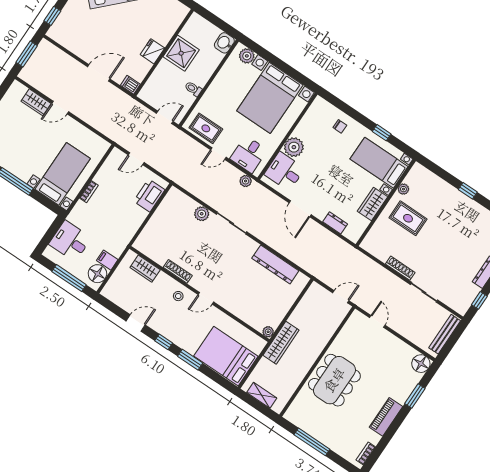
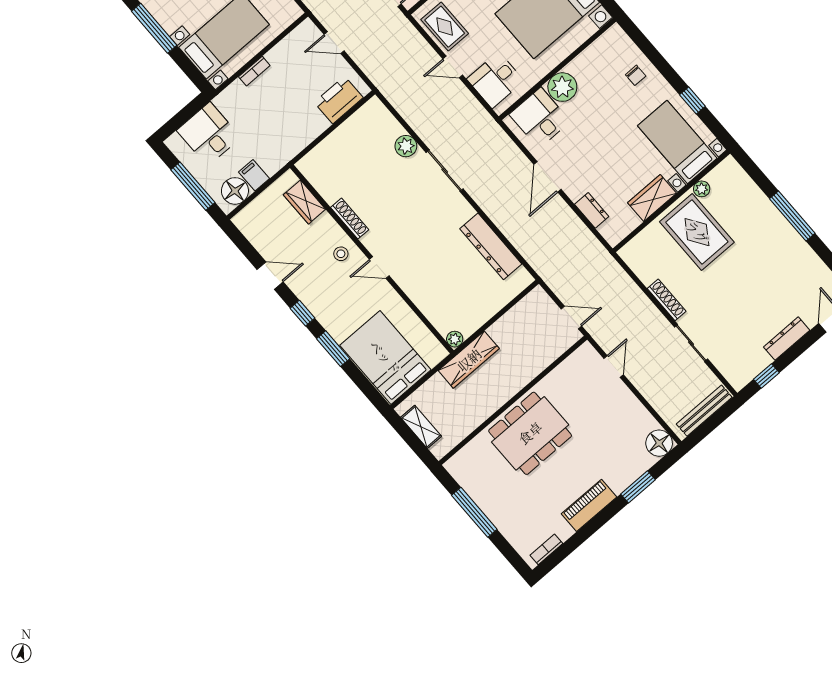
plant: (246, 181) -> (481, 117), removed
window: (468, 191) -> (792, 216), width x2.17
rug: (408, 218) -> (697, 232), width x1.36, depth x1.43

